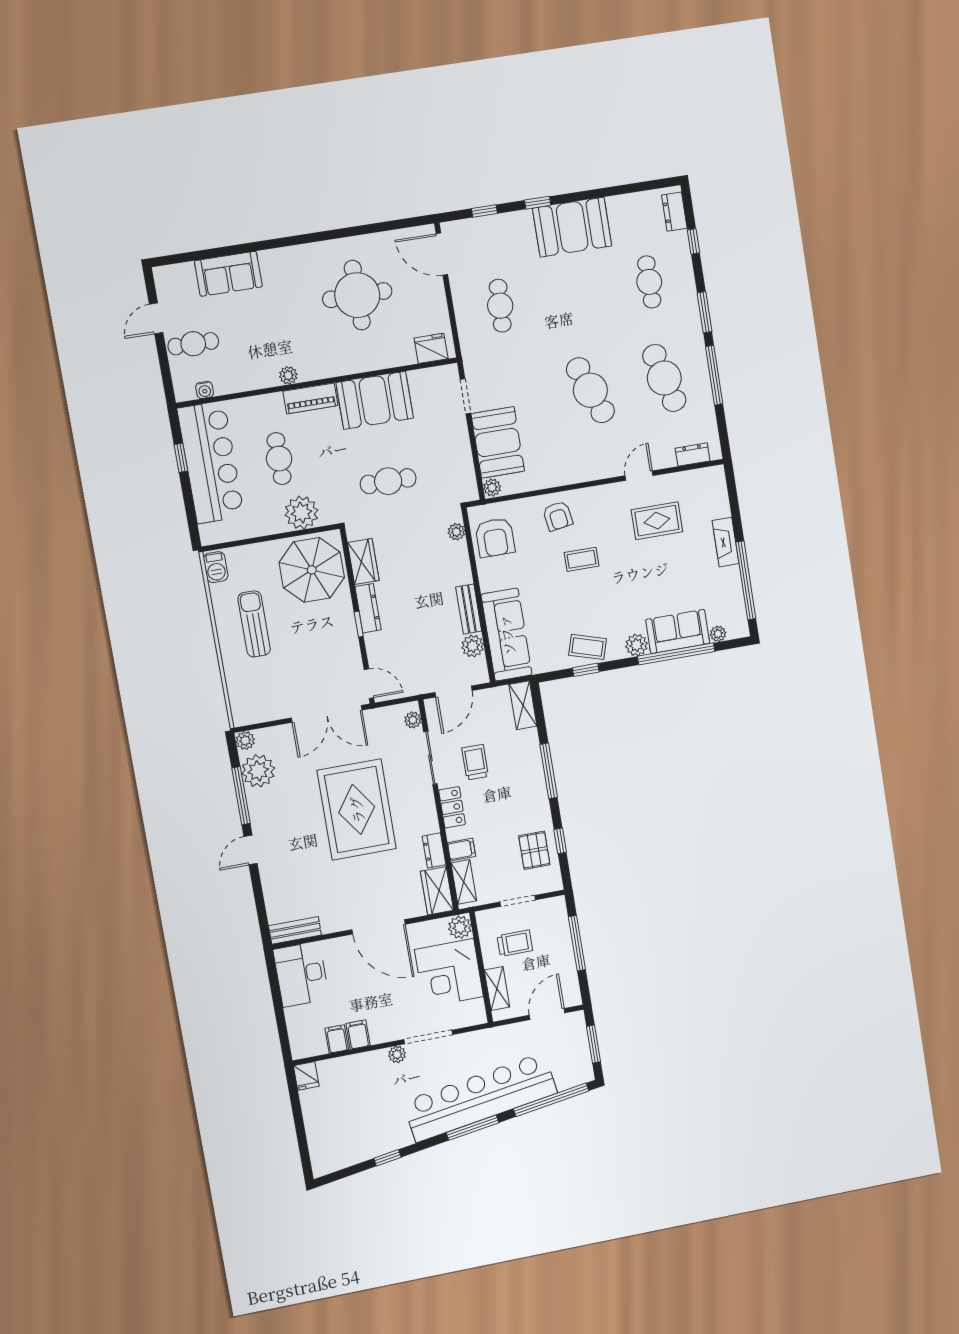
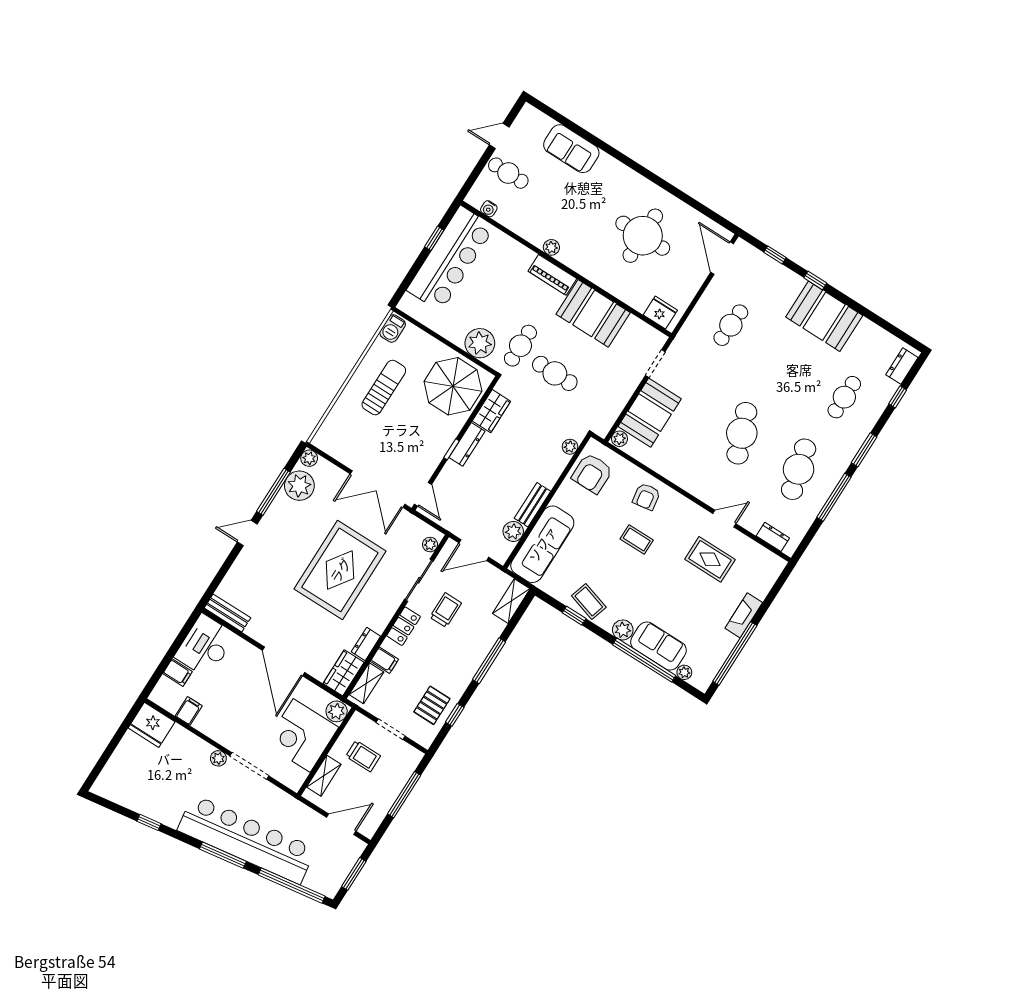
cafe table: (279, 459) -> (520, 346), moved
filing cabinet: (358, 1035) -> (177, 673), moved, turned 90
fridge: (306, 1076) -> (152, 725), width x1.88, depth x1.34

